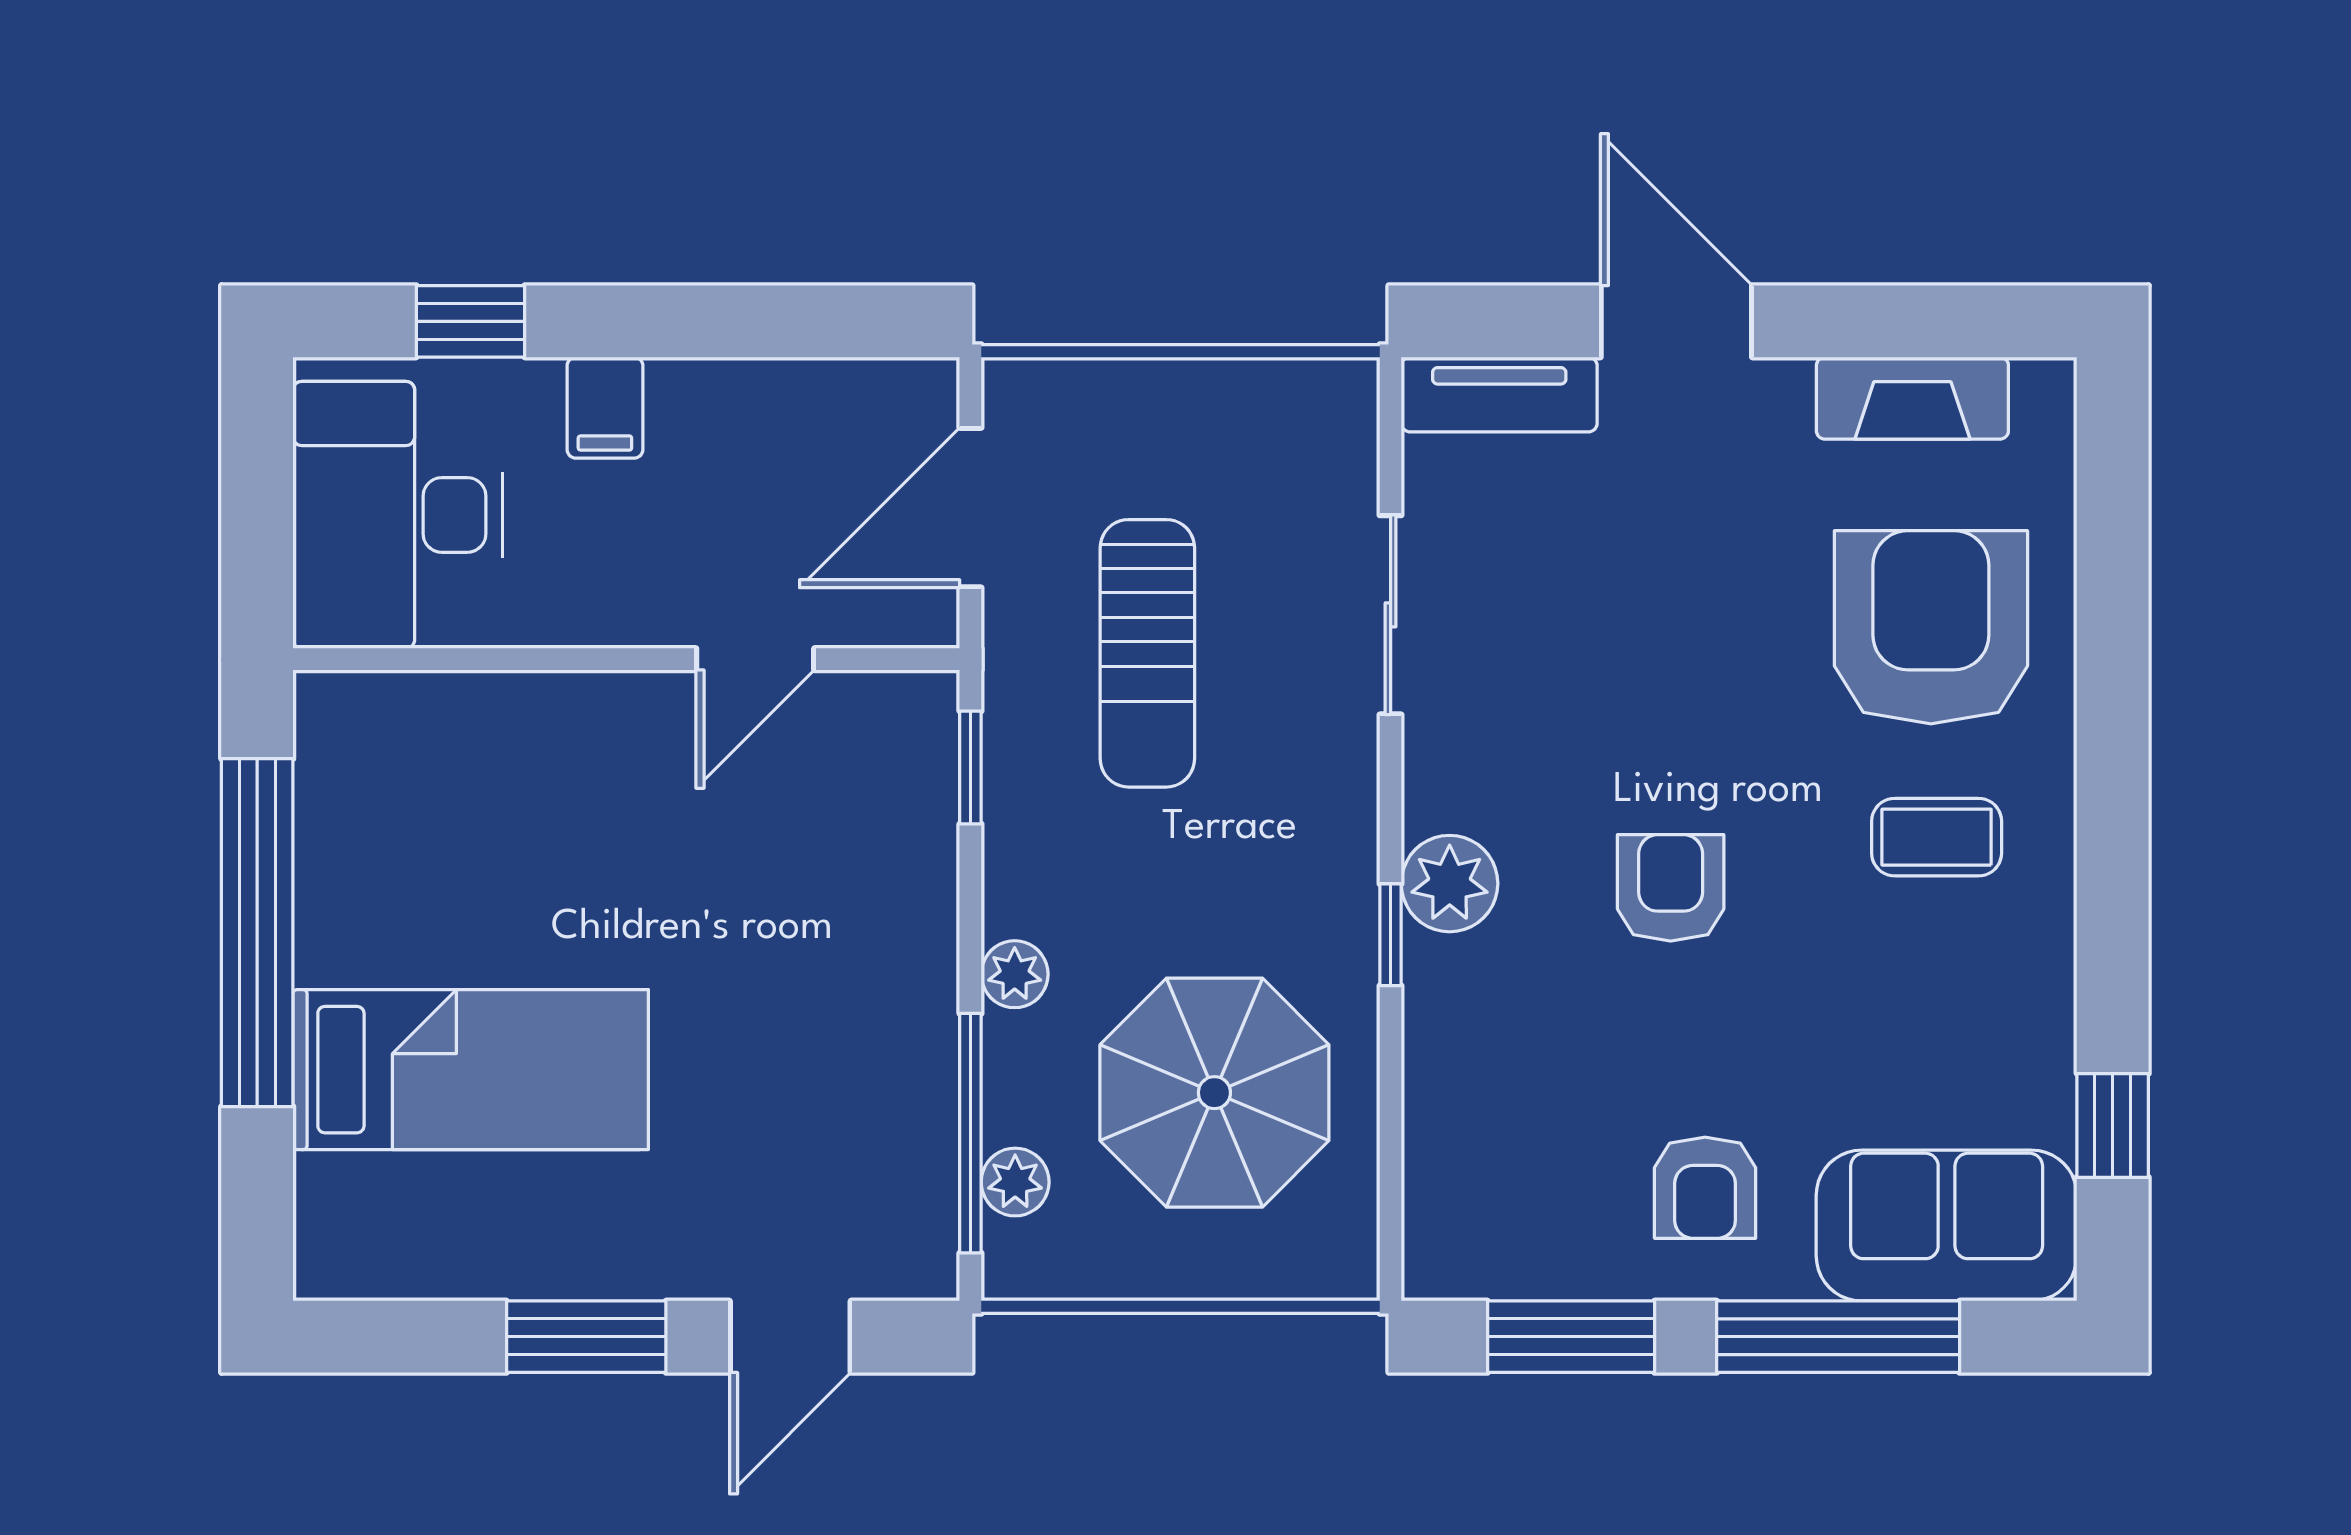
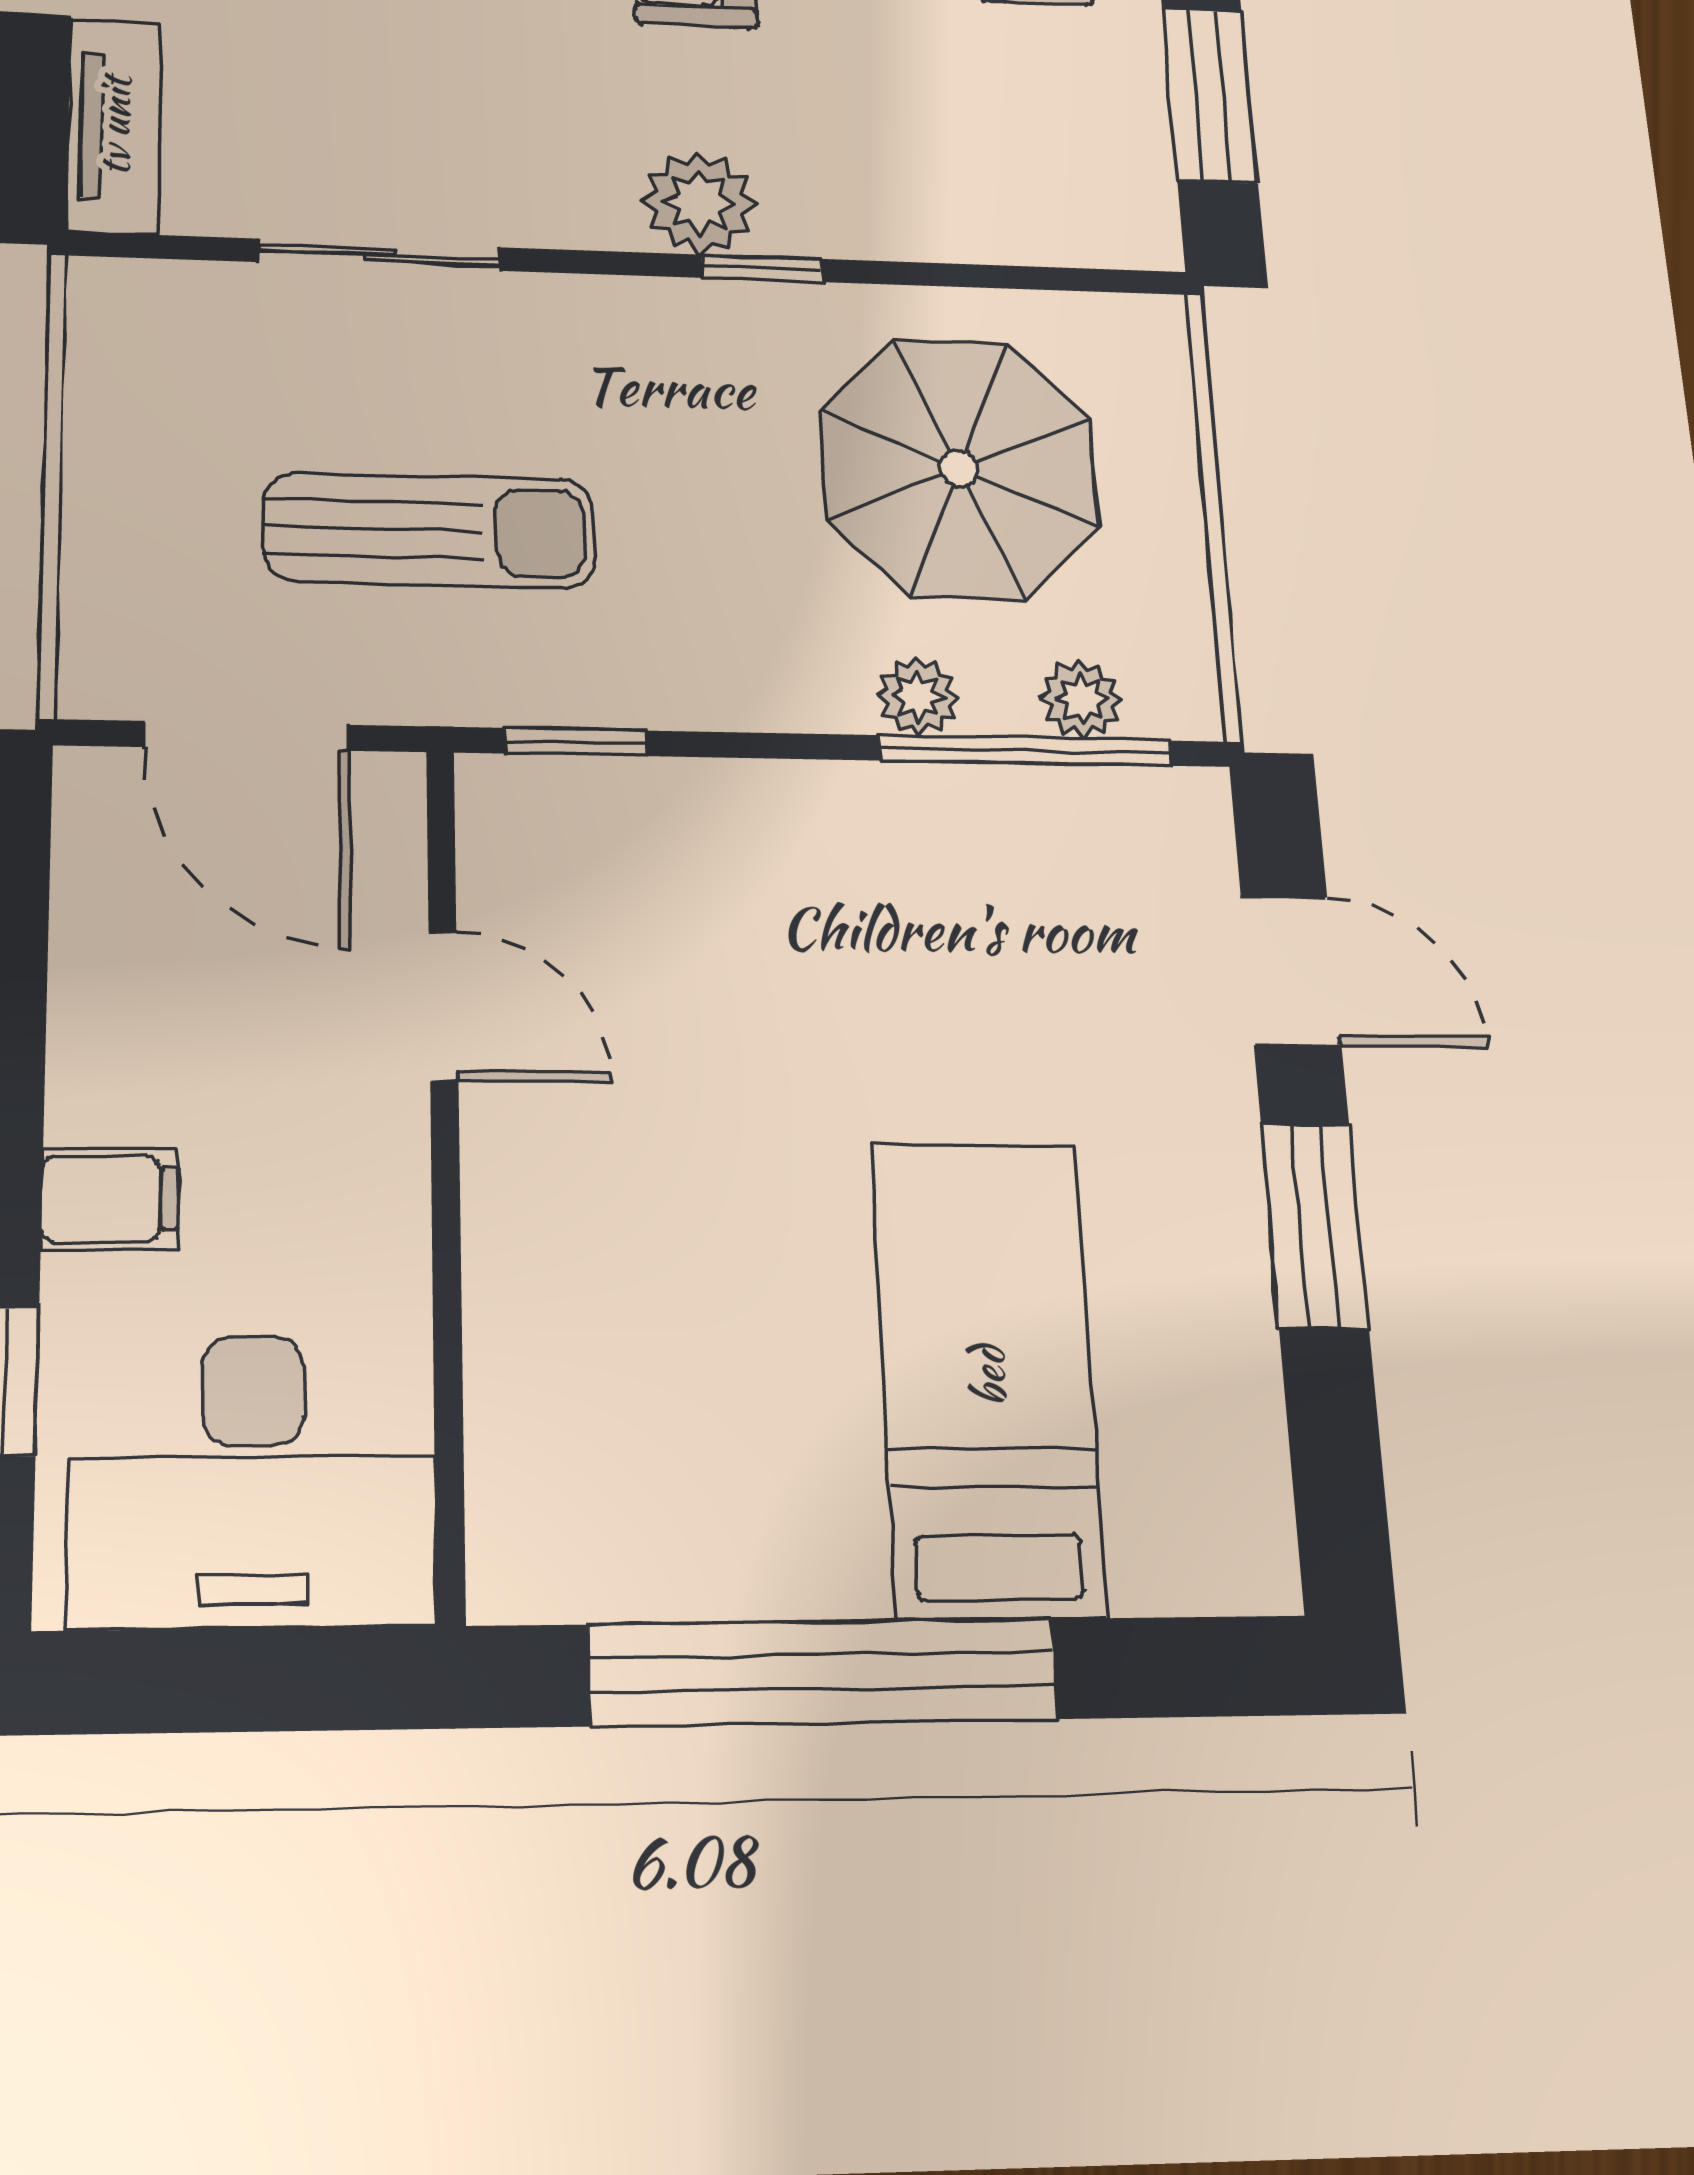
plant: (1015, 974) -> (918, 696), moved

